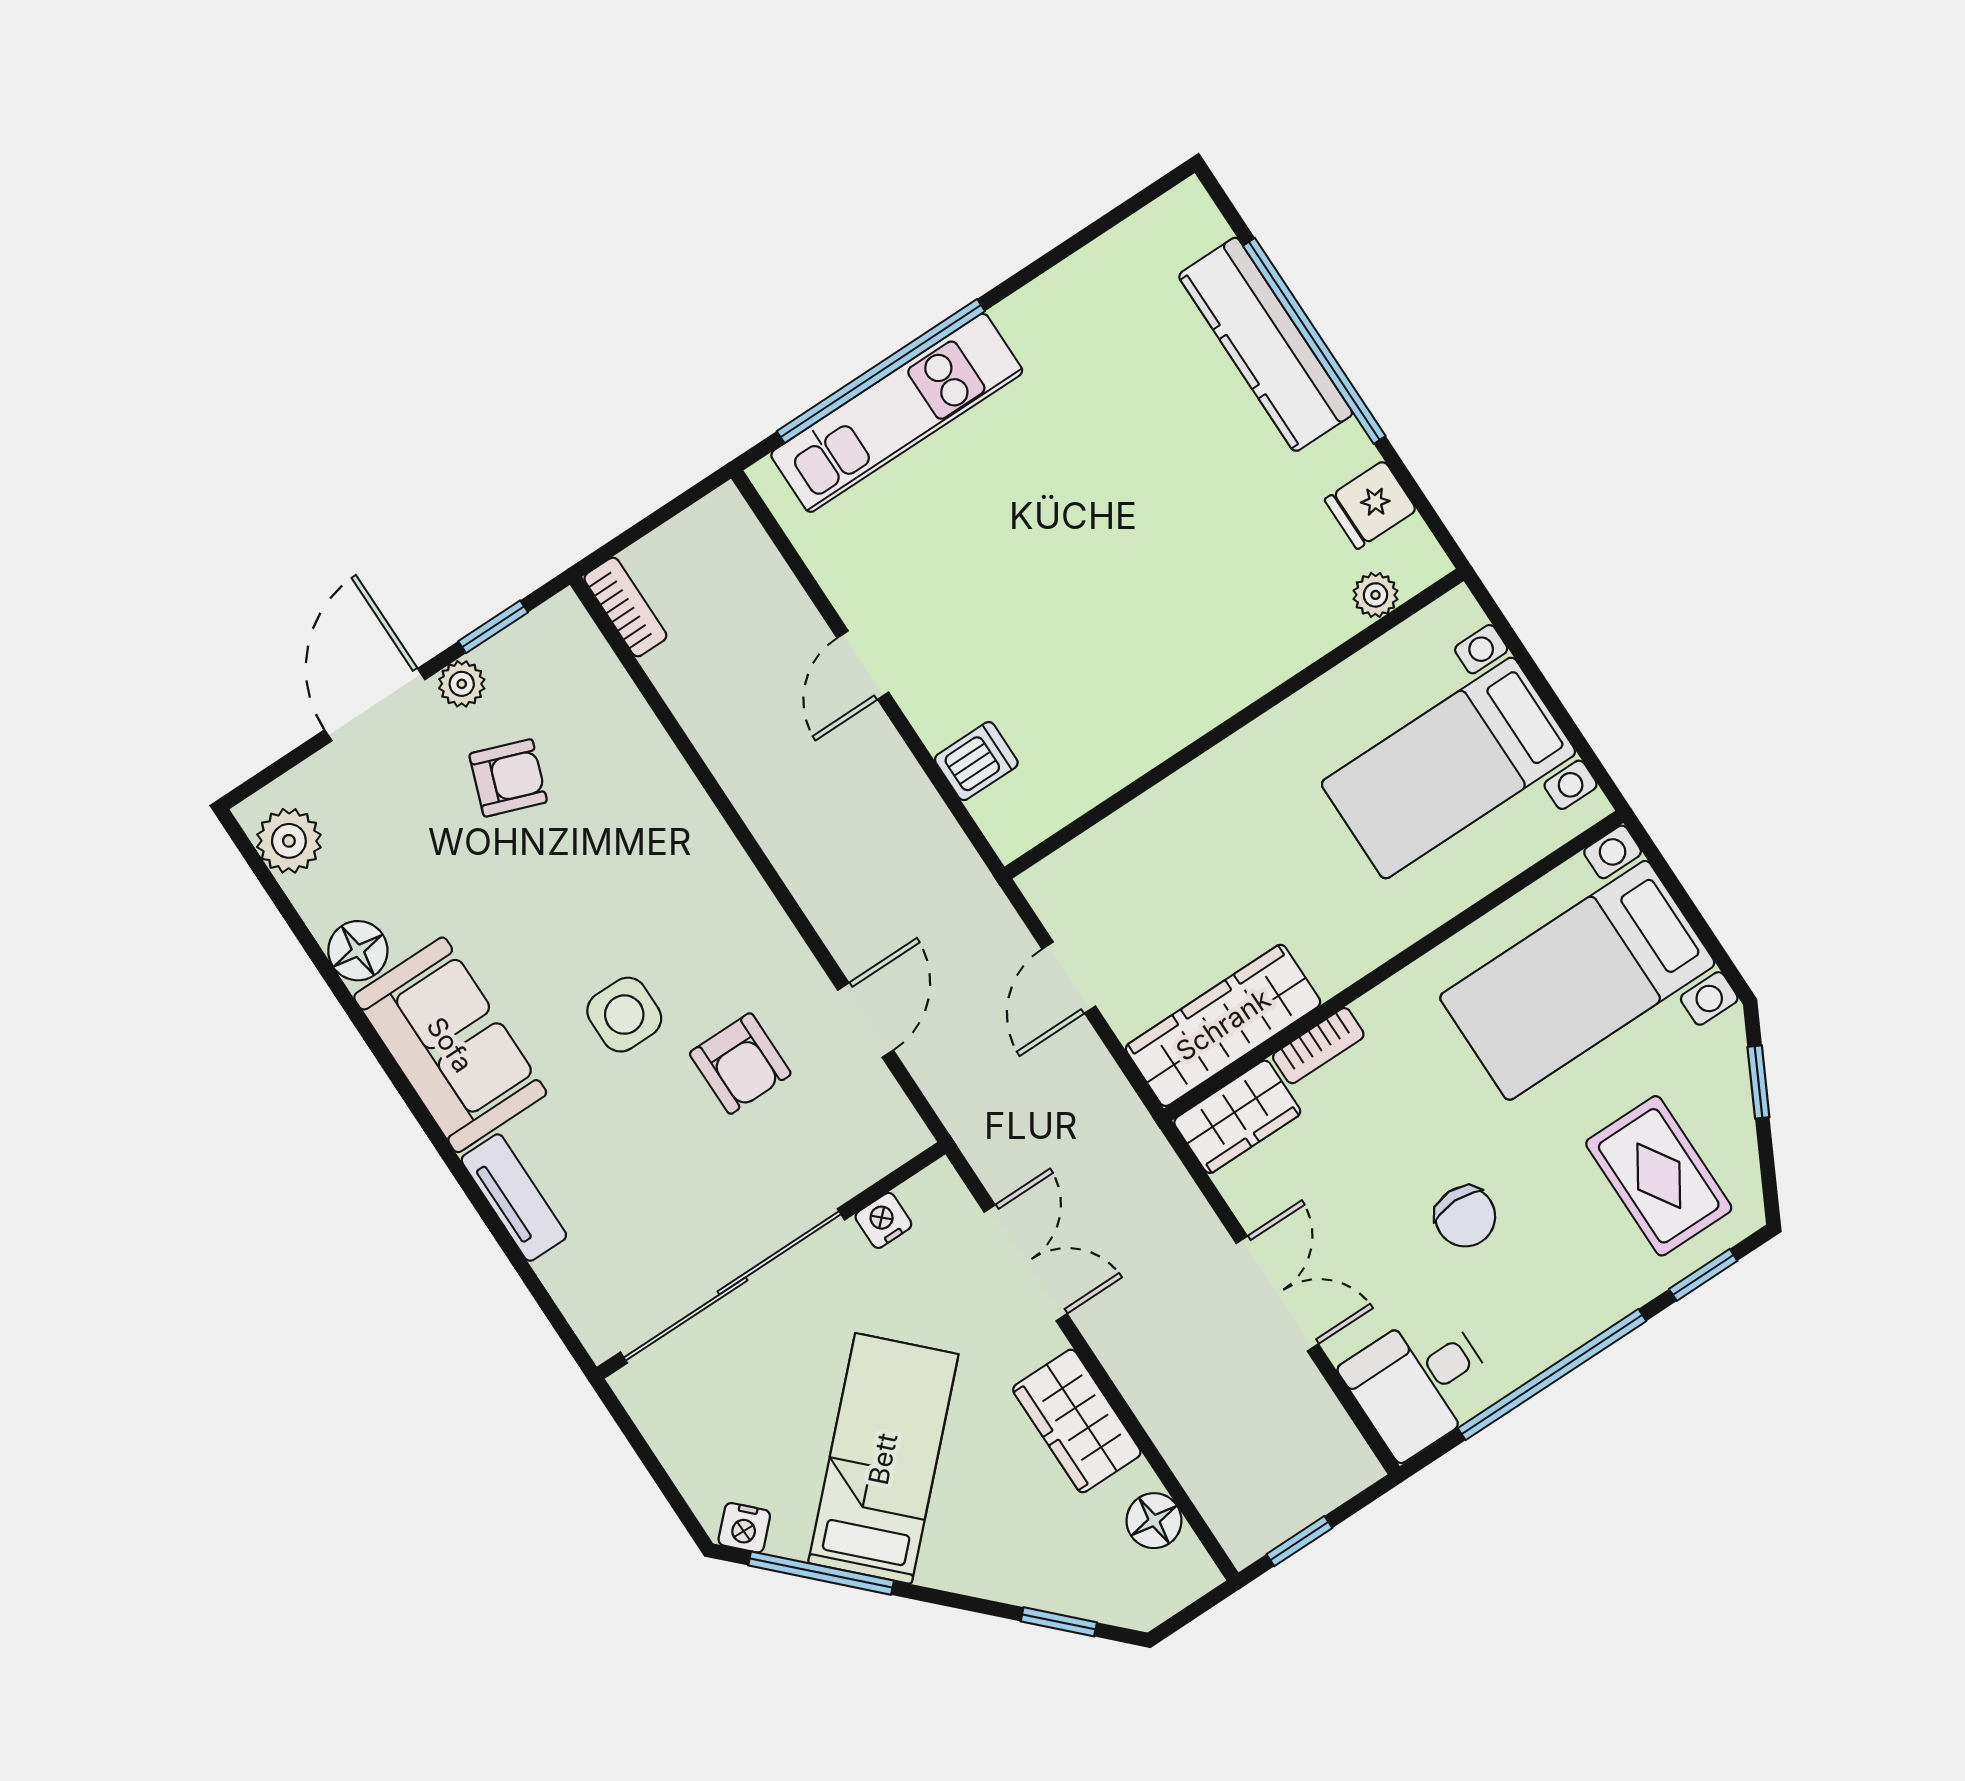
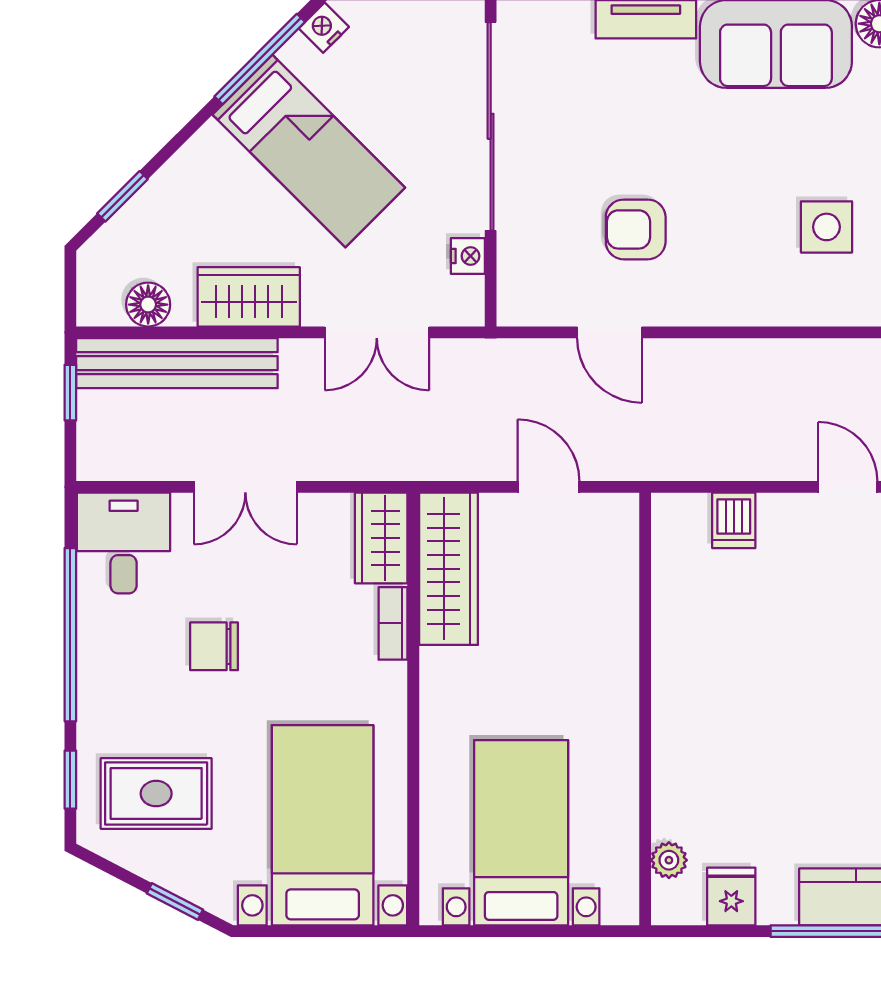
side table: (624, 1015) -> (826, 227), moved
bench: (1195, 1450) -> (177, 363), added

